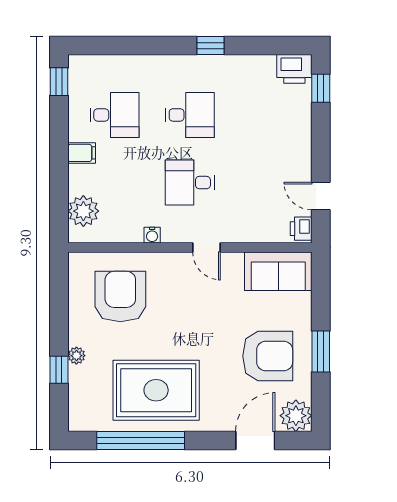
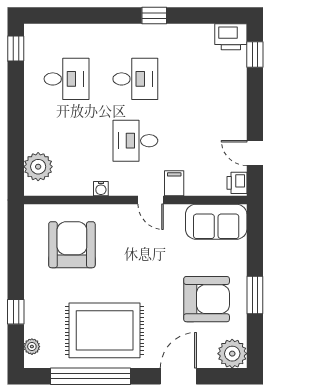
filing cabinet: (82, 153) -> (174, 183), moved, turned -90
plant: (76, 356) -> (32, 347), moved
door: (255, 440) -> (178, 376), moved

